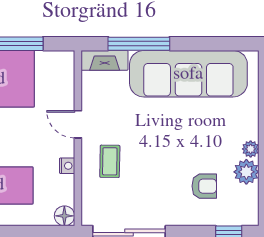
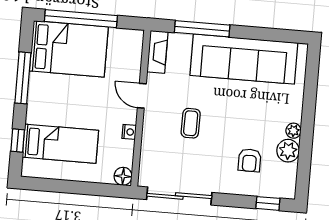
fireplace: (105, 60) -> (157, 52), moved, turned -90
coffee table: (110, 161) -> (191, 123), moved
armchair: (204, 186) -> (250, 160), turned 90

